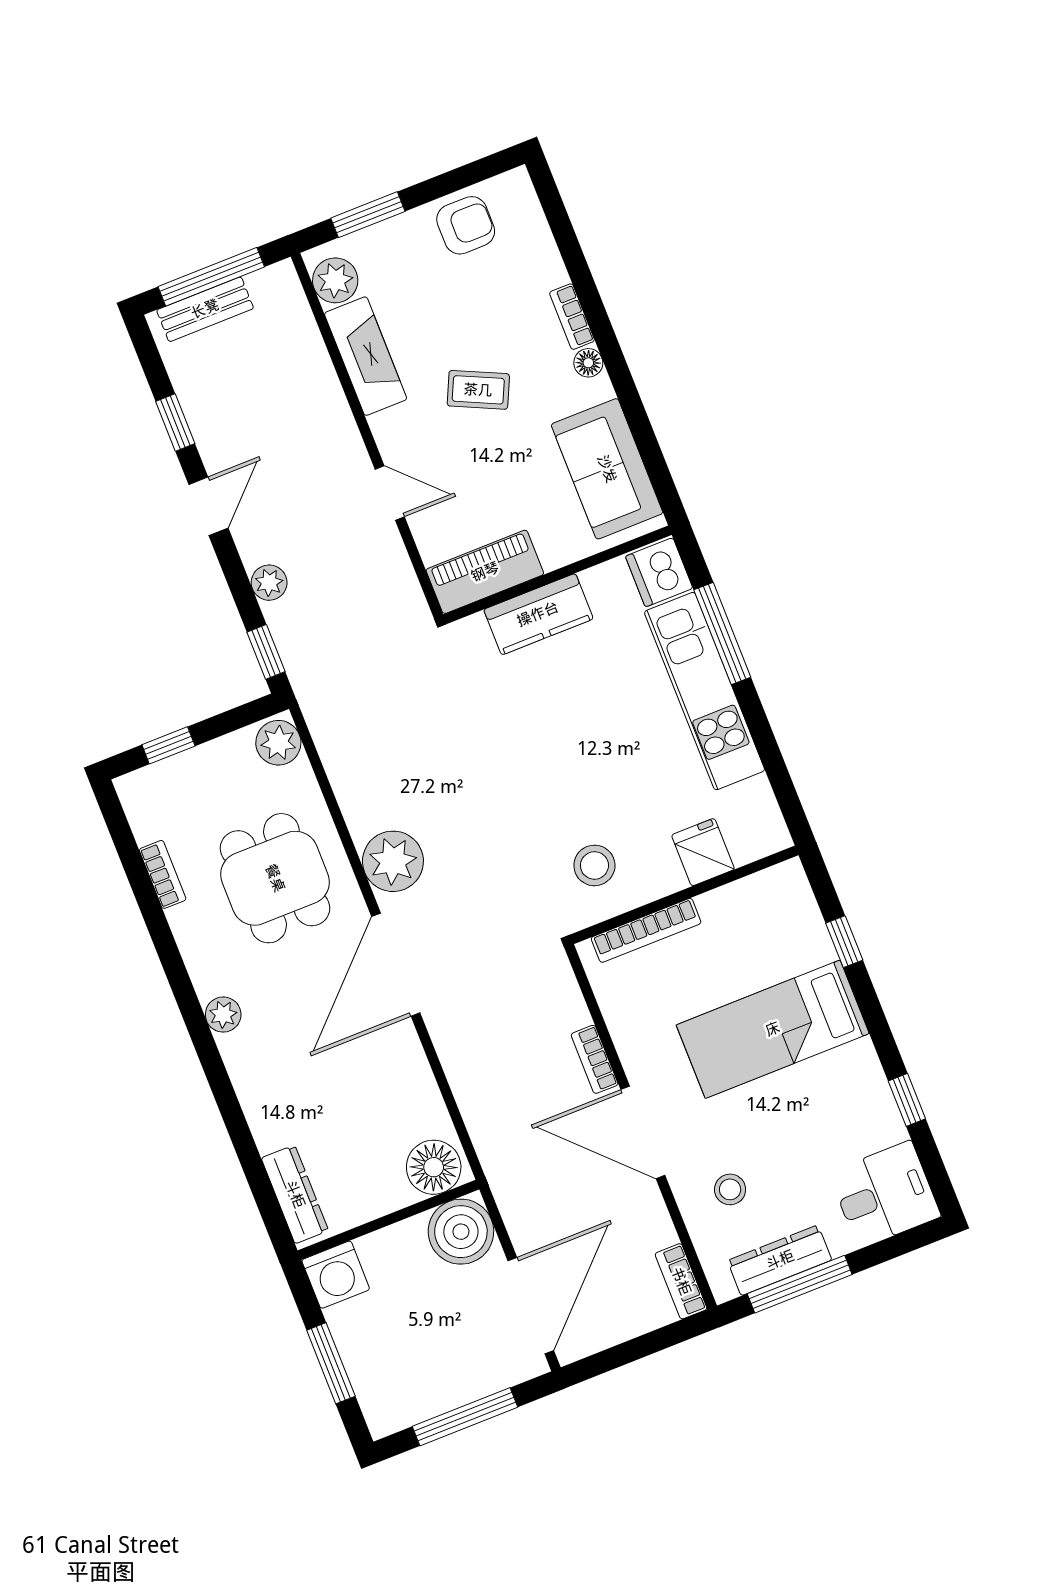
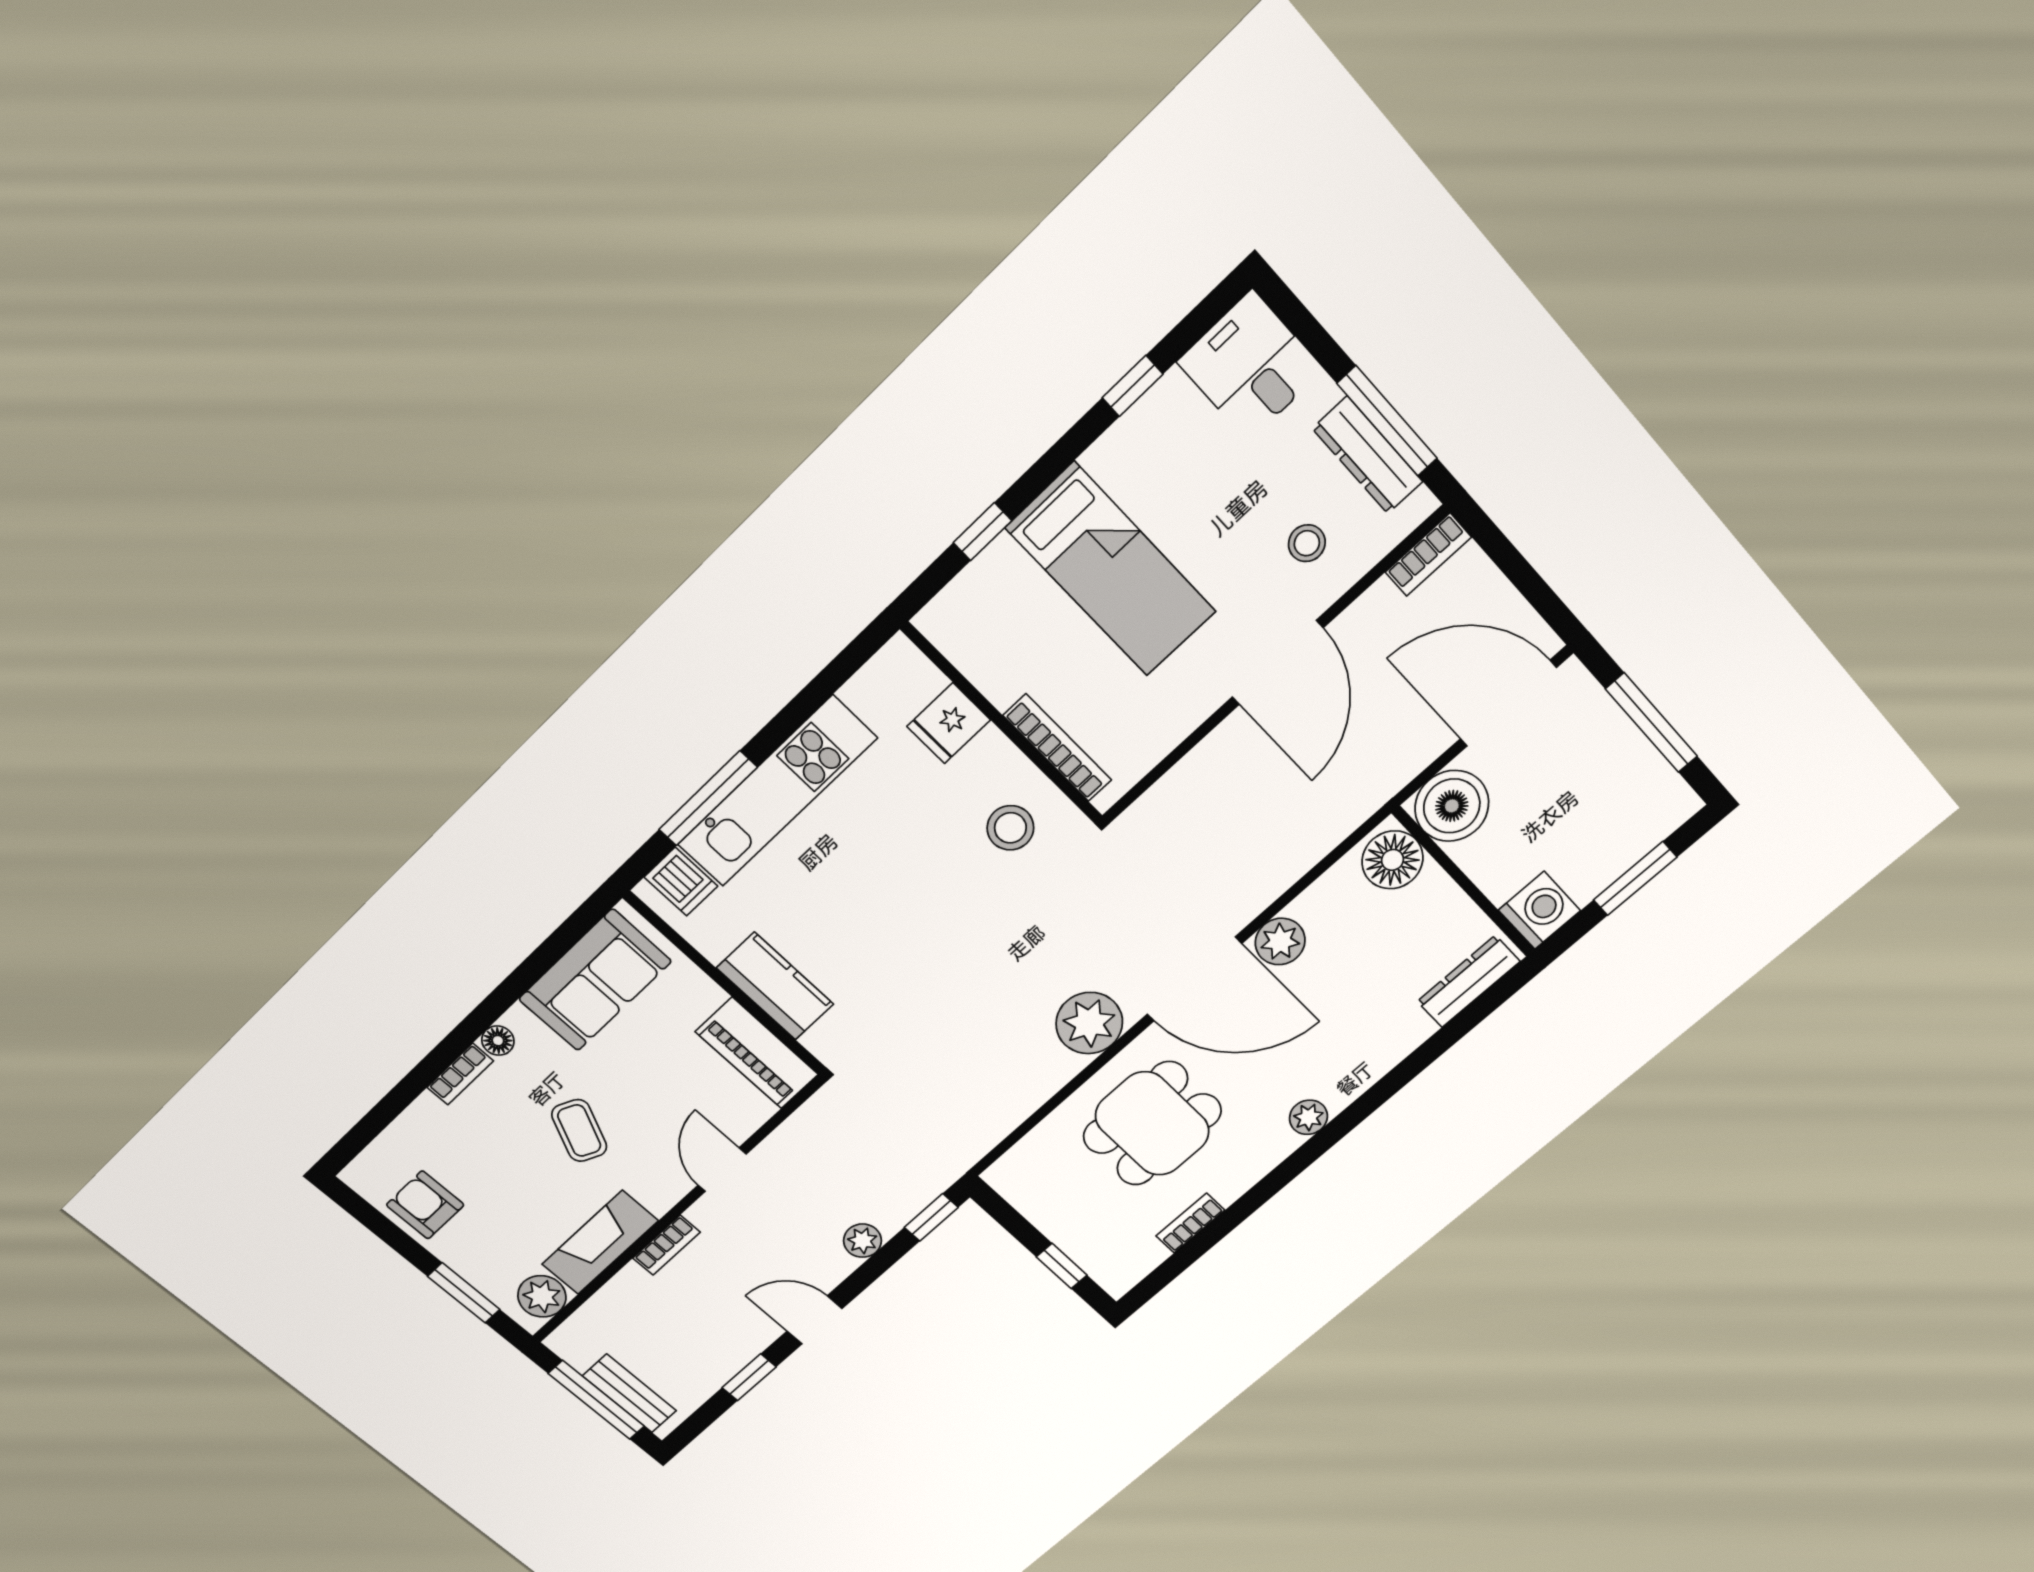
dishwasher: (659, 572) -> (681, 882), width x0.73
plant: (278, 743) -> (1280, 942), moved
bookcase: (595, 1059) -> (667, 1245), moved

